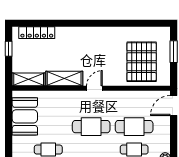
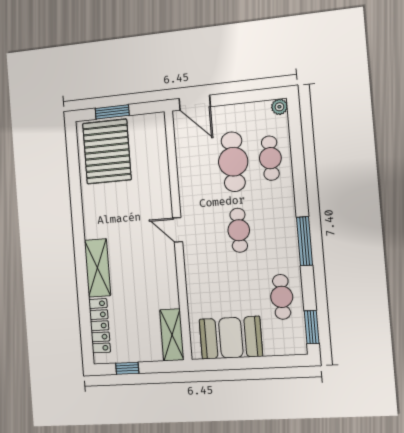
pallet: (142, 62) -> (107, 151), moved, turned 90
shelving: (64, 79) -> (97, 268), moved
cafe table: (91, 127) -> (239, 230), width x0.73, depth x0.74

